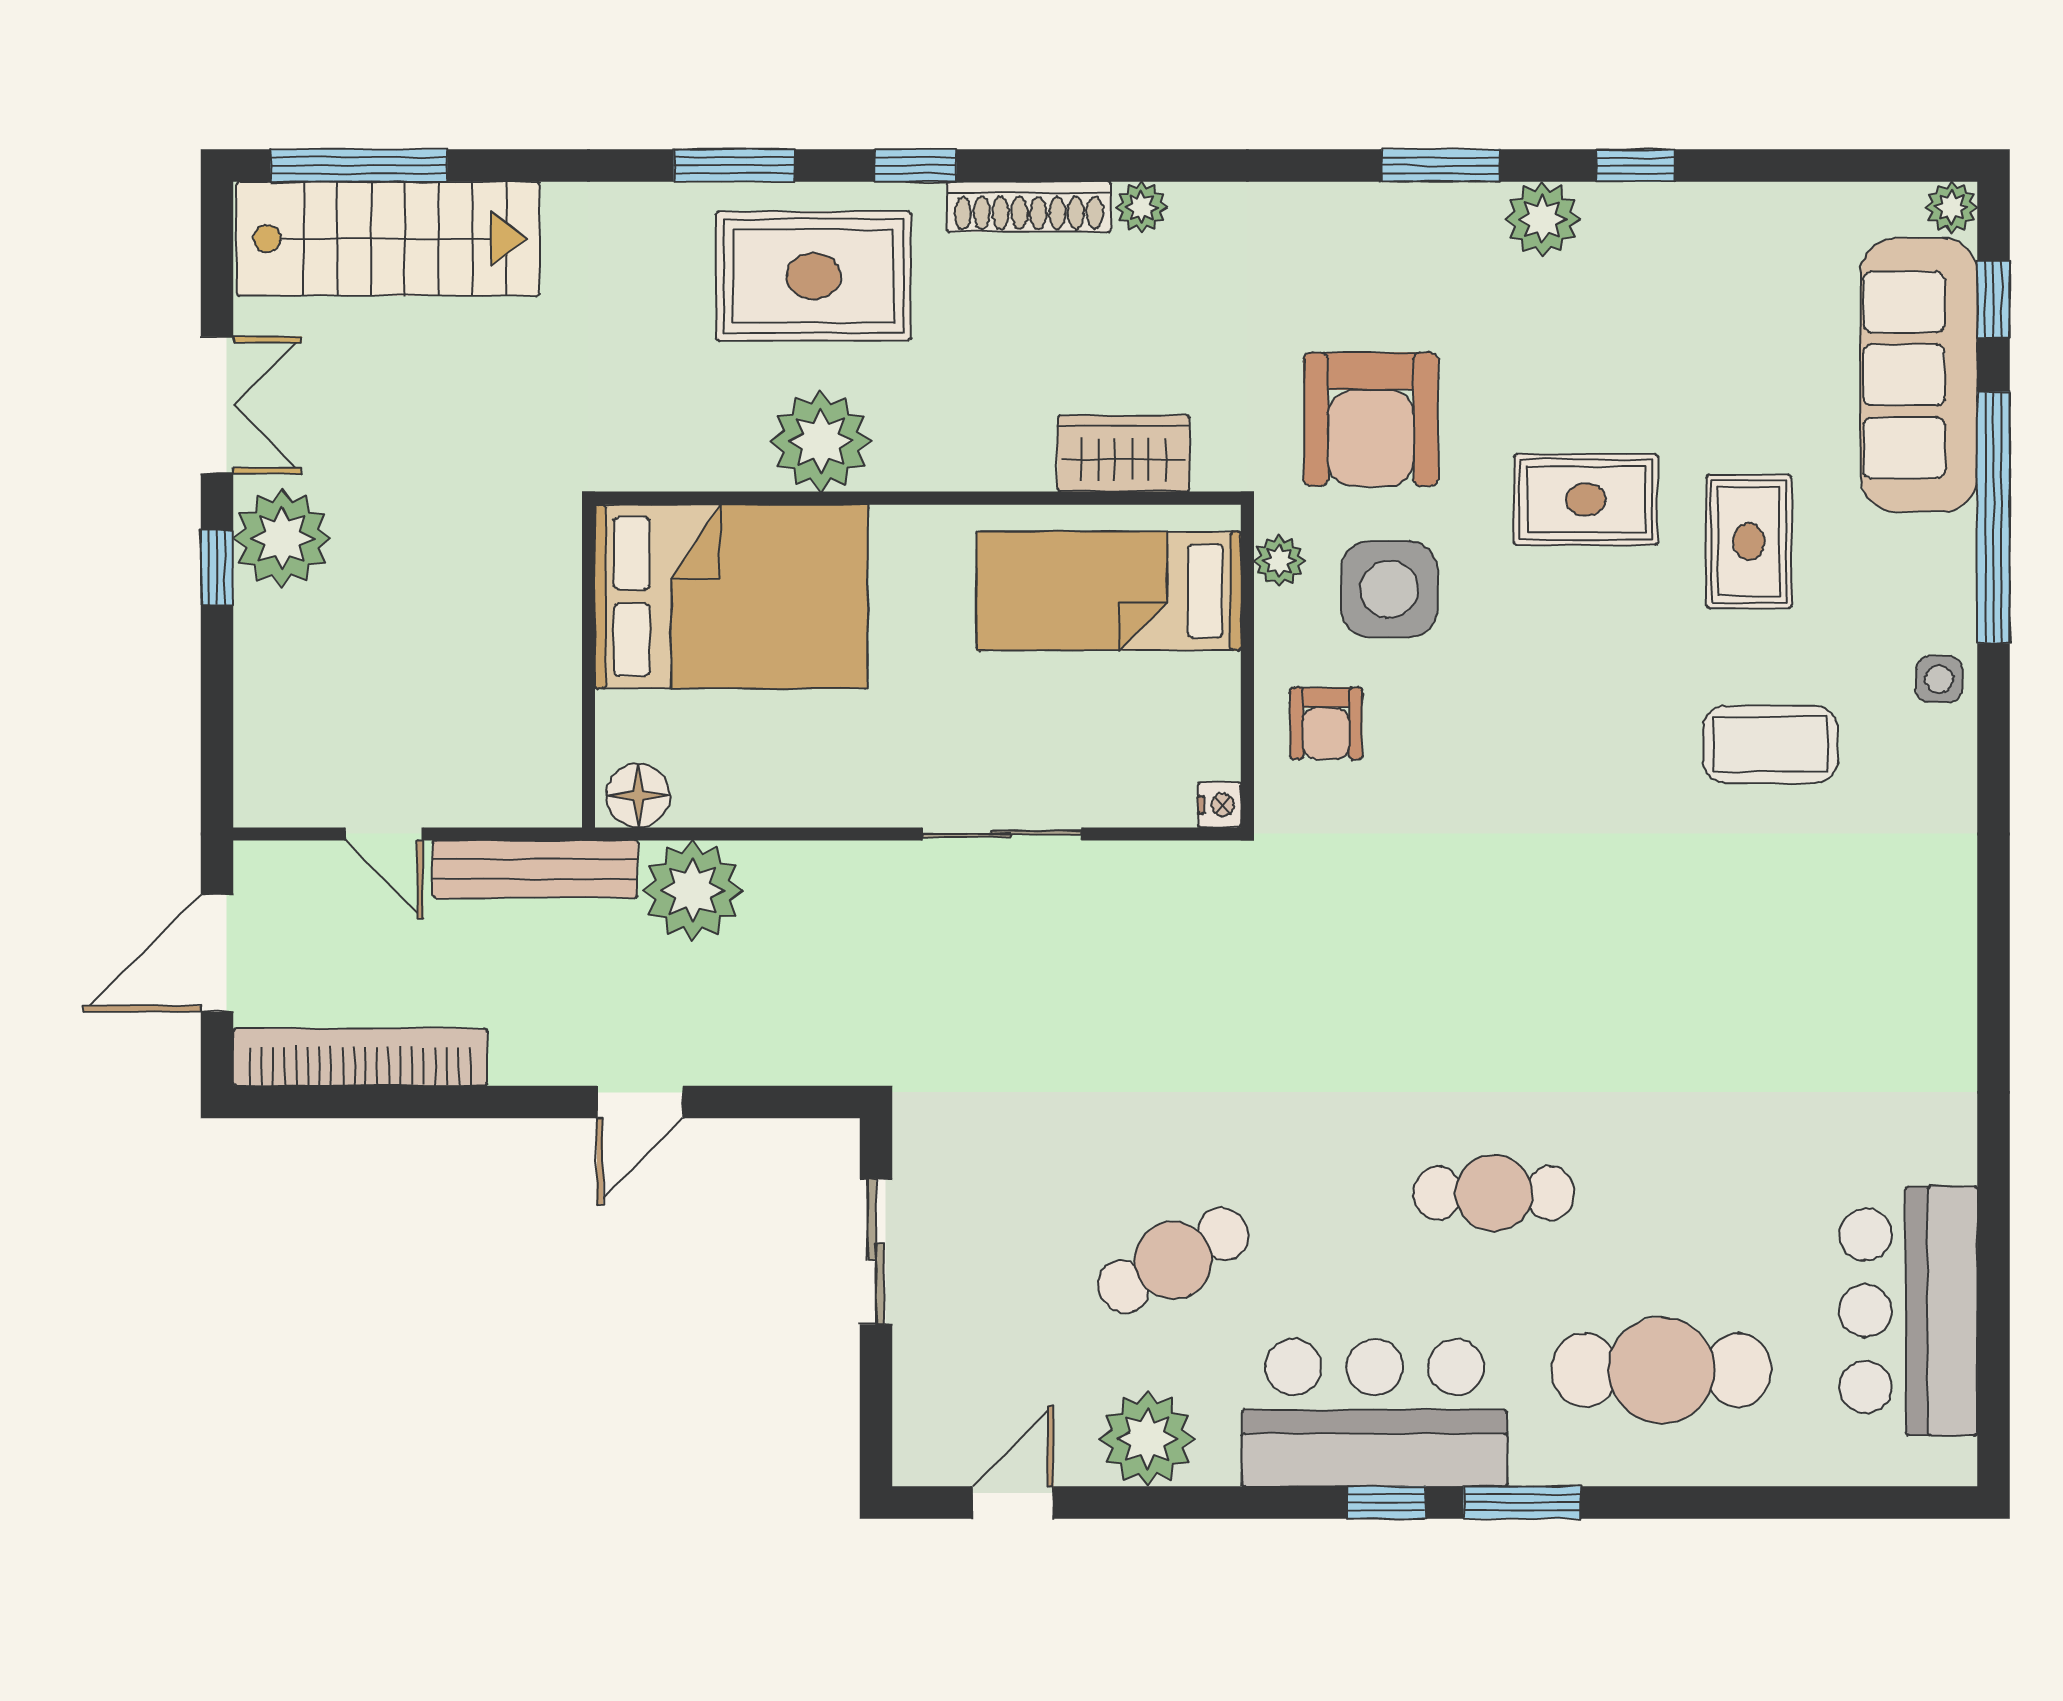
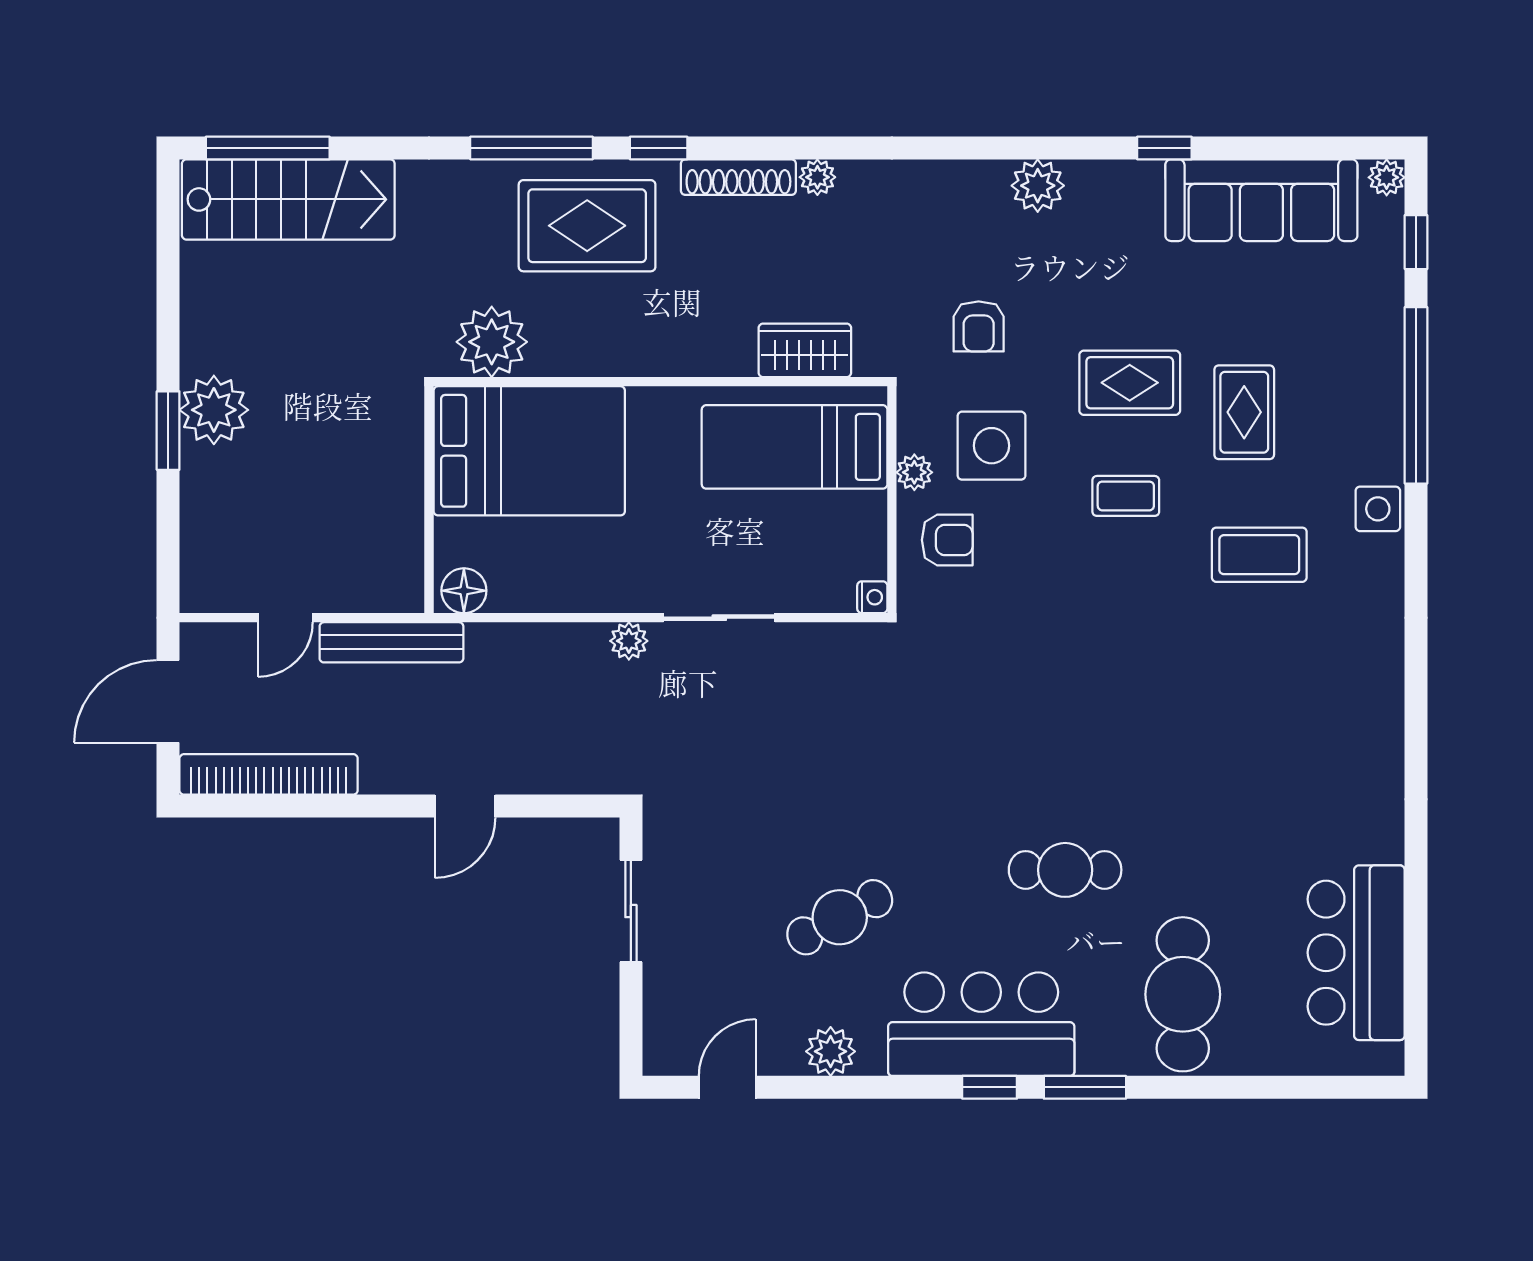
window: (734, 165) -> (531, 148), width x1.44
window: (1441, 165) -> (1028, 148), removed
plant: (1542, 219) -> (1038, 186), moved
sofa: (1919, 375) -> (1261, 200), moved, turned -90
double door: (217, 405) -> (168, 316), removed
armchair: (1371, 419) -> (979, 326), width x0.53, depth x0.53
plant: (821, 441) -> (492, 342), moved
plant: (1279, 561) -> (914, 472), moved
window: (217, 568) -> (168, 431), width x1.50
coffee table: (1580, 661) -> (1126, 496), added
side table: (1939, 679) -> (1378, 509), width x1.37, depth x1.37
armchair: (1326, 723) -> (947, 540), turned -90
door: (384, 834) -> (285, 618), hinge flipped
plant: (693, 890) -> (629, 641), moved, width x0.53, depth x0.53
cafe table: (1661, 1370) -> (1183, 994), turned 90
plant: (1147, 1439) -> (831, 1051), width x0.73, depth x0.73

